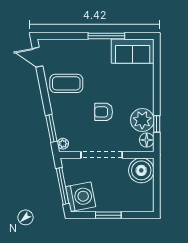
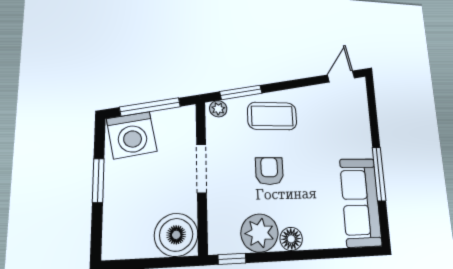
sofa: (133, 51) -> (361, 202), width x1.36
coffee table: (66, 83) -> (272, 116), moved, turned 90
window: (157, 124) -> (232, 259), moved
floor lamp: (147, 140) -> (291, 239), moved
doorway: (102, 155) -> (202, 169), width x0.73

